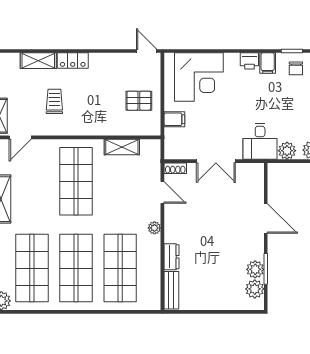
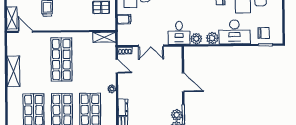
door: (20, 137) -> (25, 32), swing flipped
shelving: (122, 147) -> (104, 37), moved

